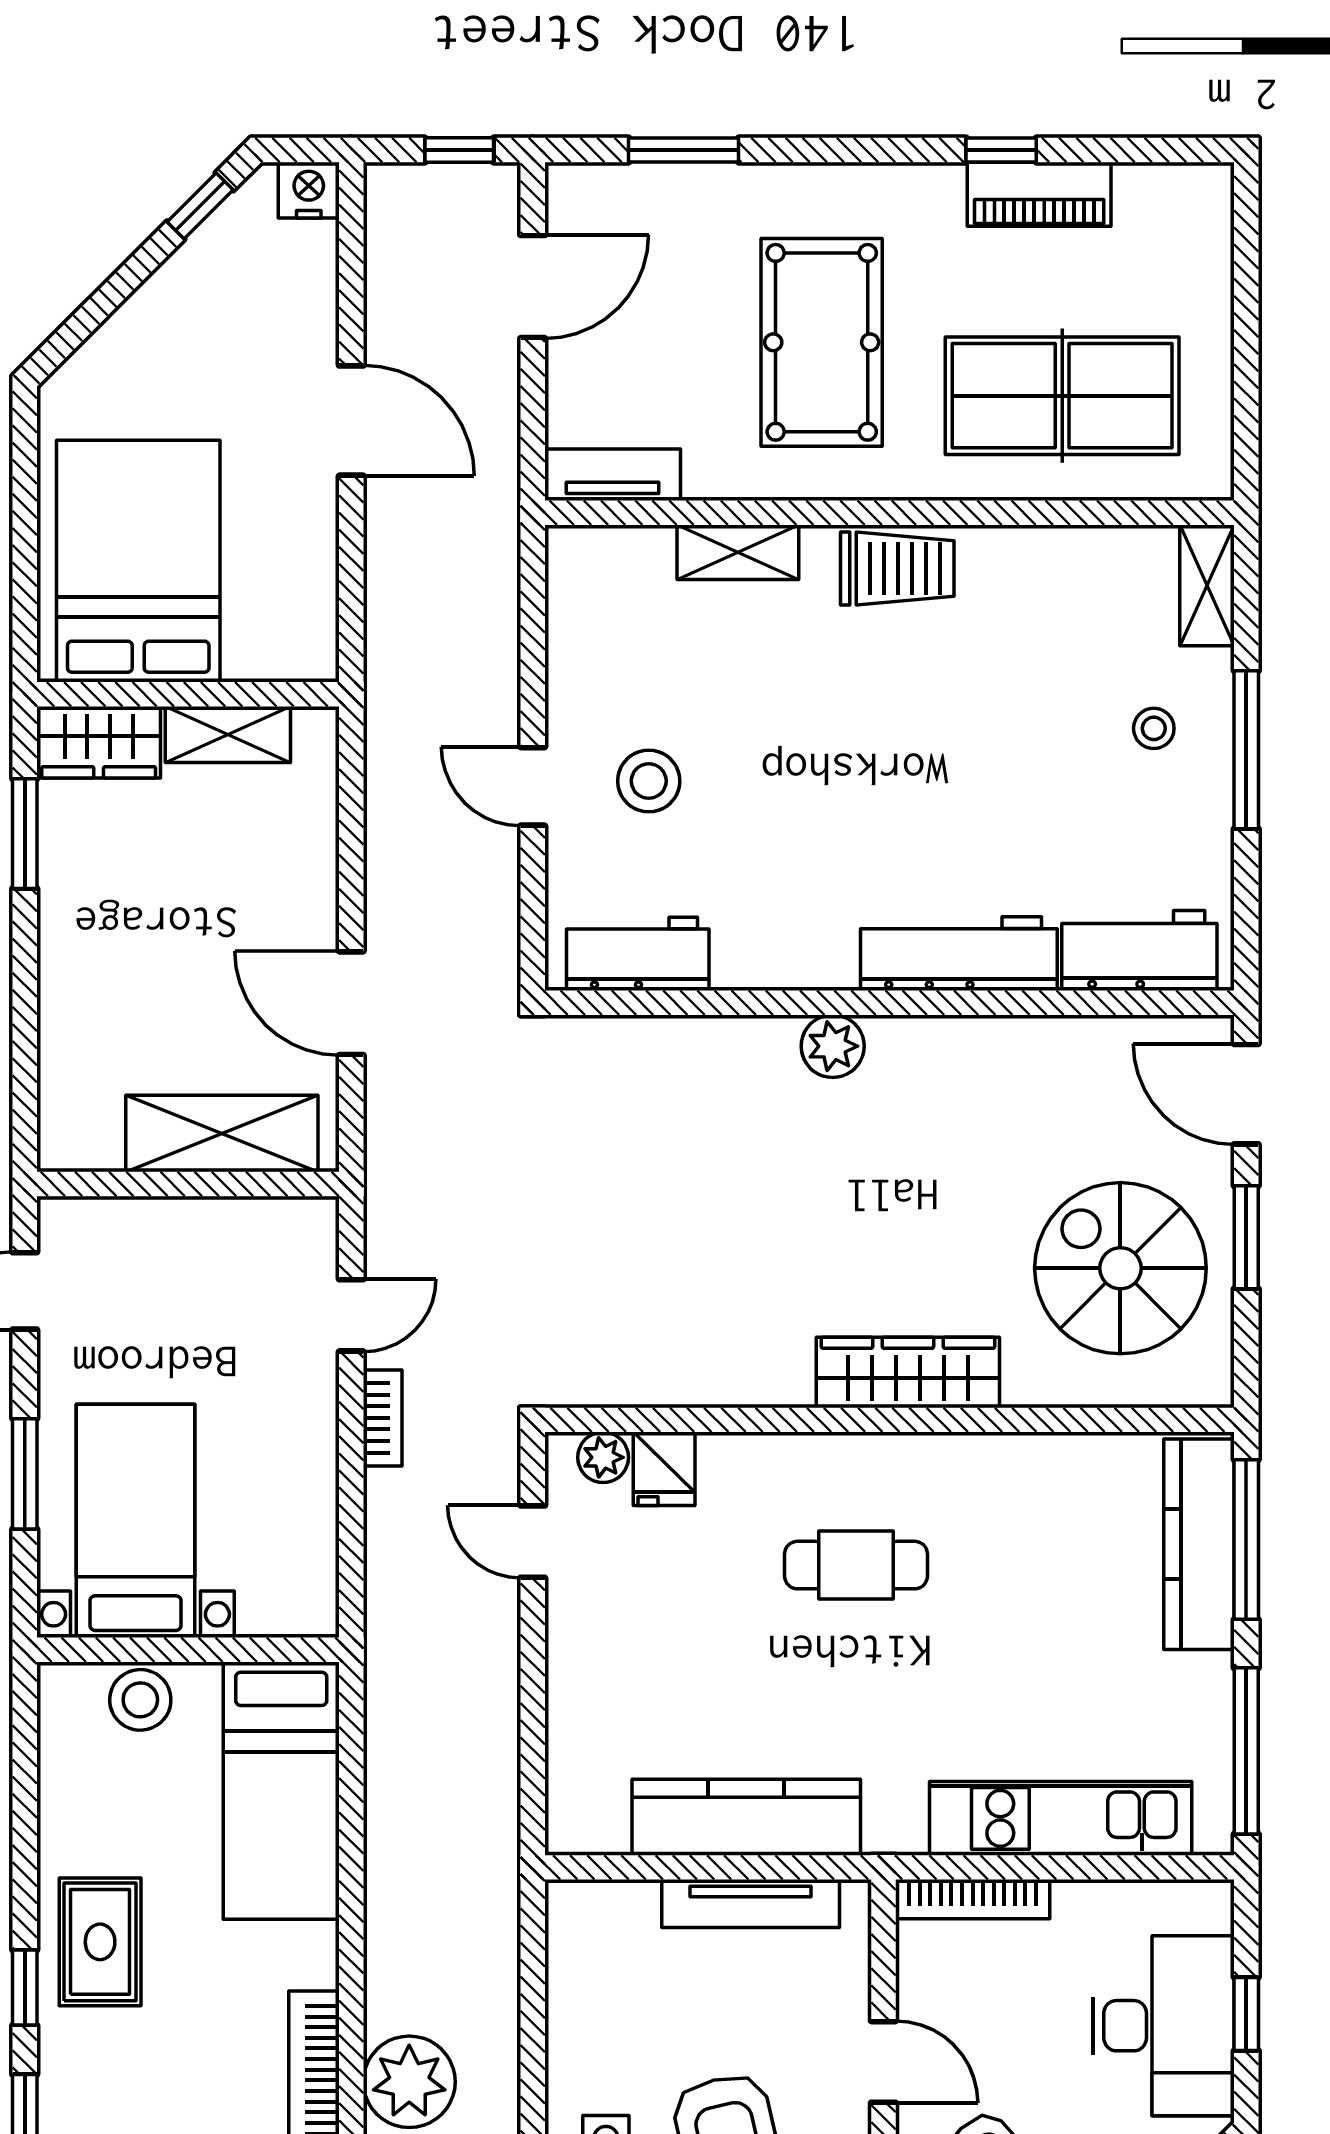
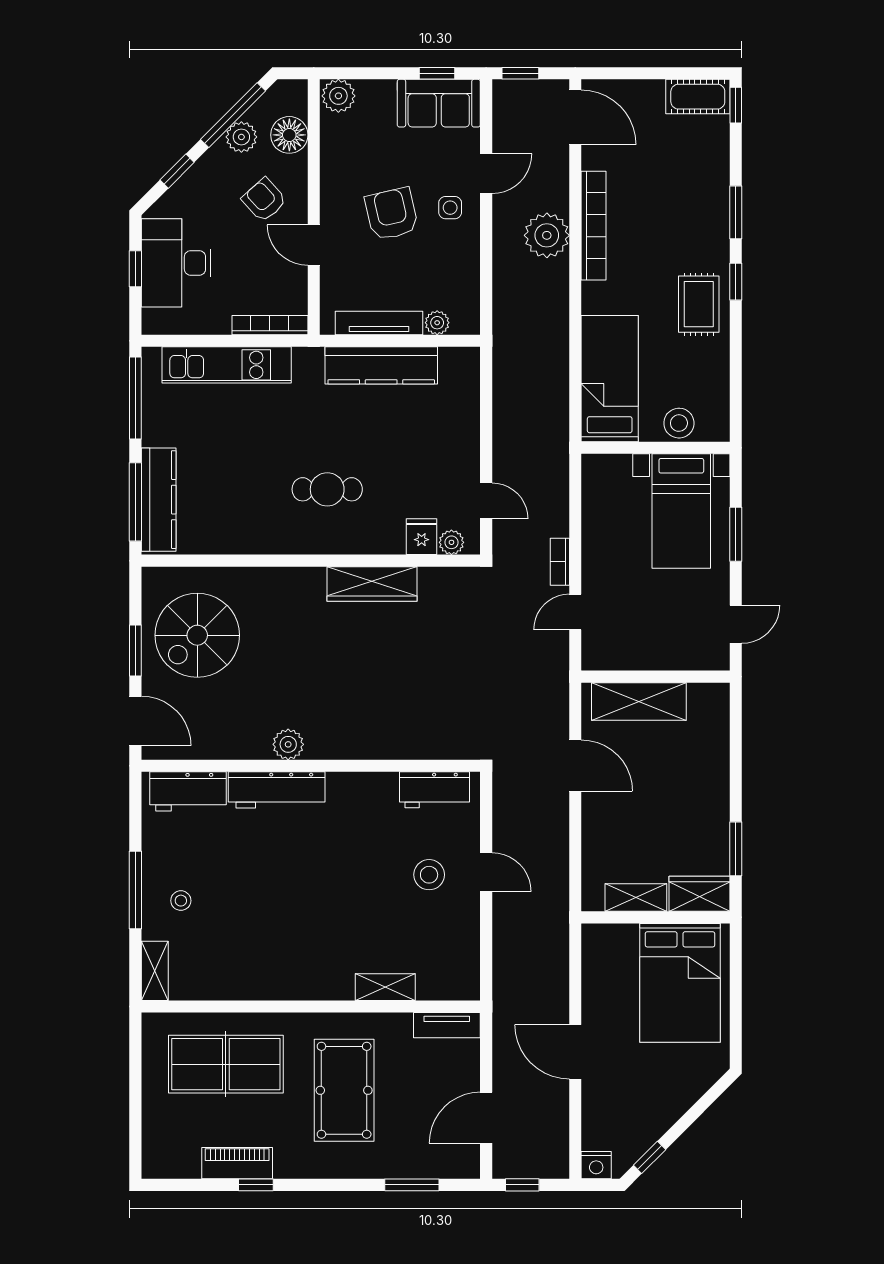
trolley: (897, 569) -> (307, 979), removed
plant: (833, 1046) -> (288, 744), moved
spiral stairs: (1120, 1268) -> (197, 635), turned 90
wardrobe: (908, 1372) -> (372, 584), moved
plant: (632, 1904) -> (437, 323), added

